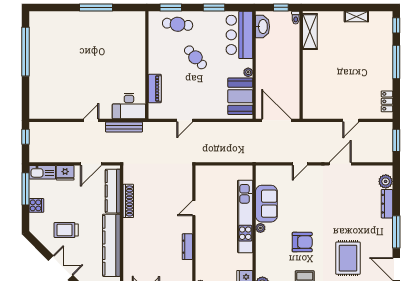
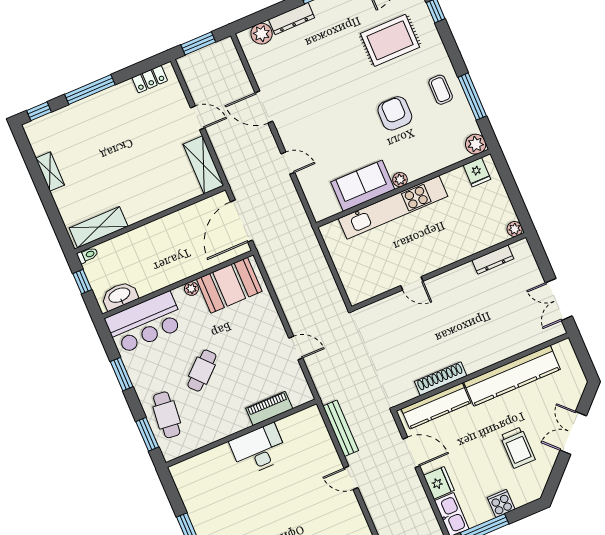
desk: (129, 106) -> (259, 449), moved, turned -90
shelving: (321, 112) -> (203, 165), added
dresser: (187, 247) -> (493, 260), moved

